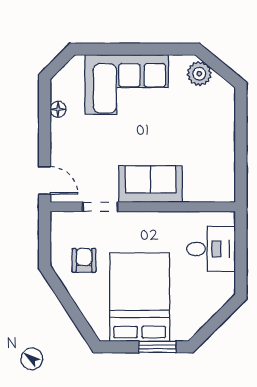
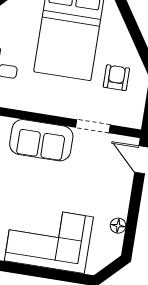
armchair: (84, 260) -> (116, 78), turned 180

